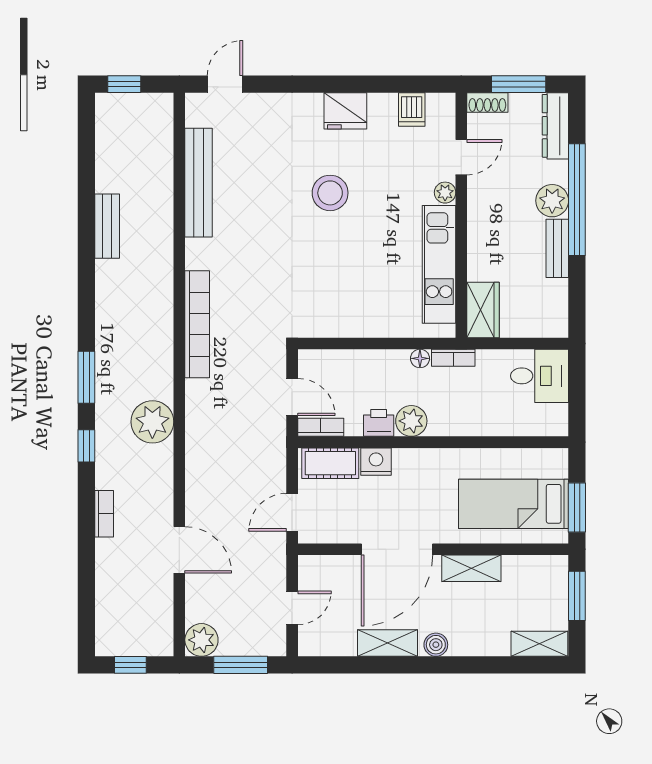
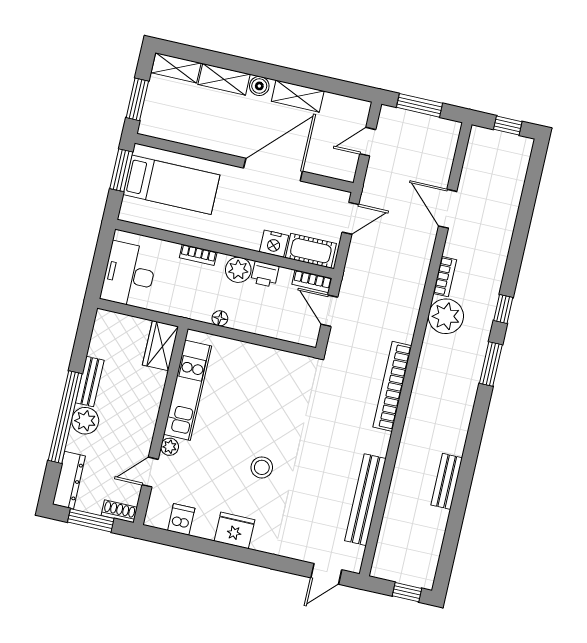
stool: (330, 193) -> (262, 467), width x0.73, depth x0.73
bookcase: (453, 358) -> (198, 255), moved, turned 180
desk: (540, 376) -> (129, 275), width x1.37
bookcase: (104, 514) -> (445, 277), moved, turned 180
shelving: (471, 568) -> (224, 79), moved
plant: (201, 640) -> (446, 132), removed

